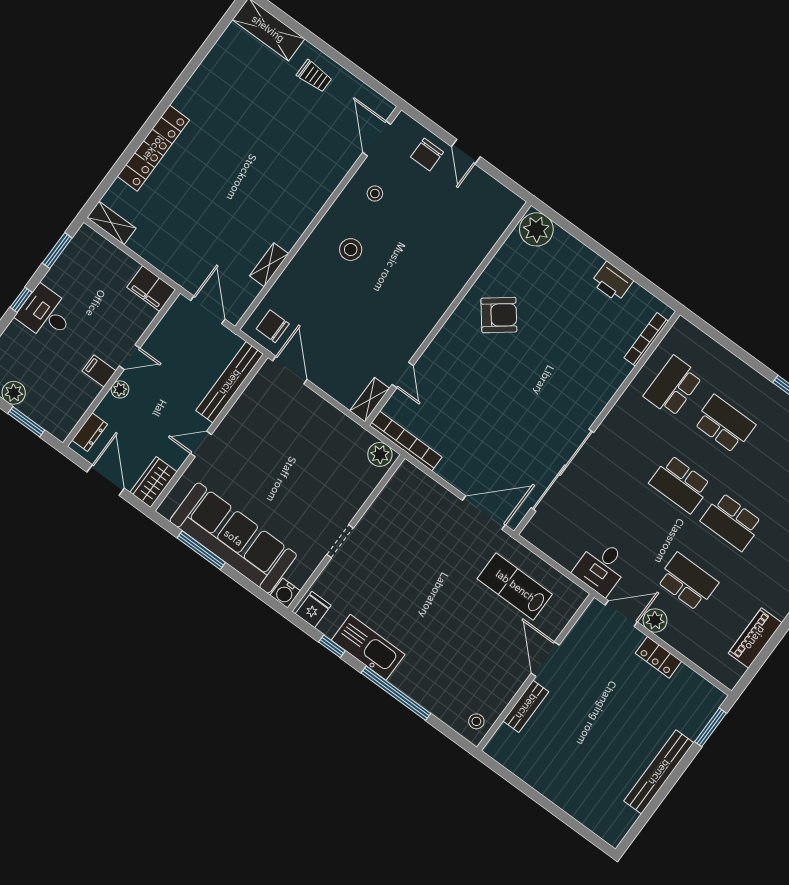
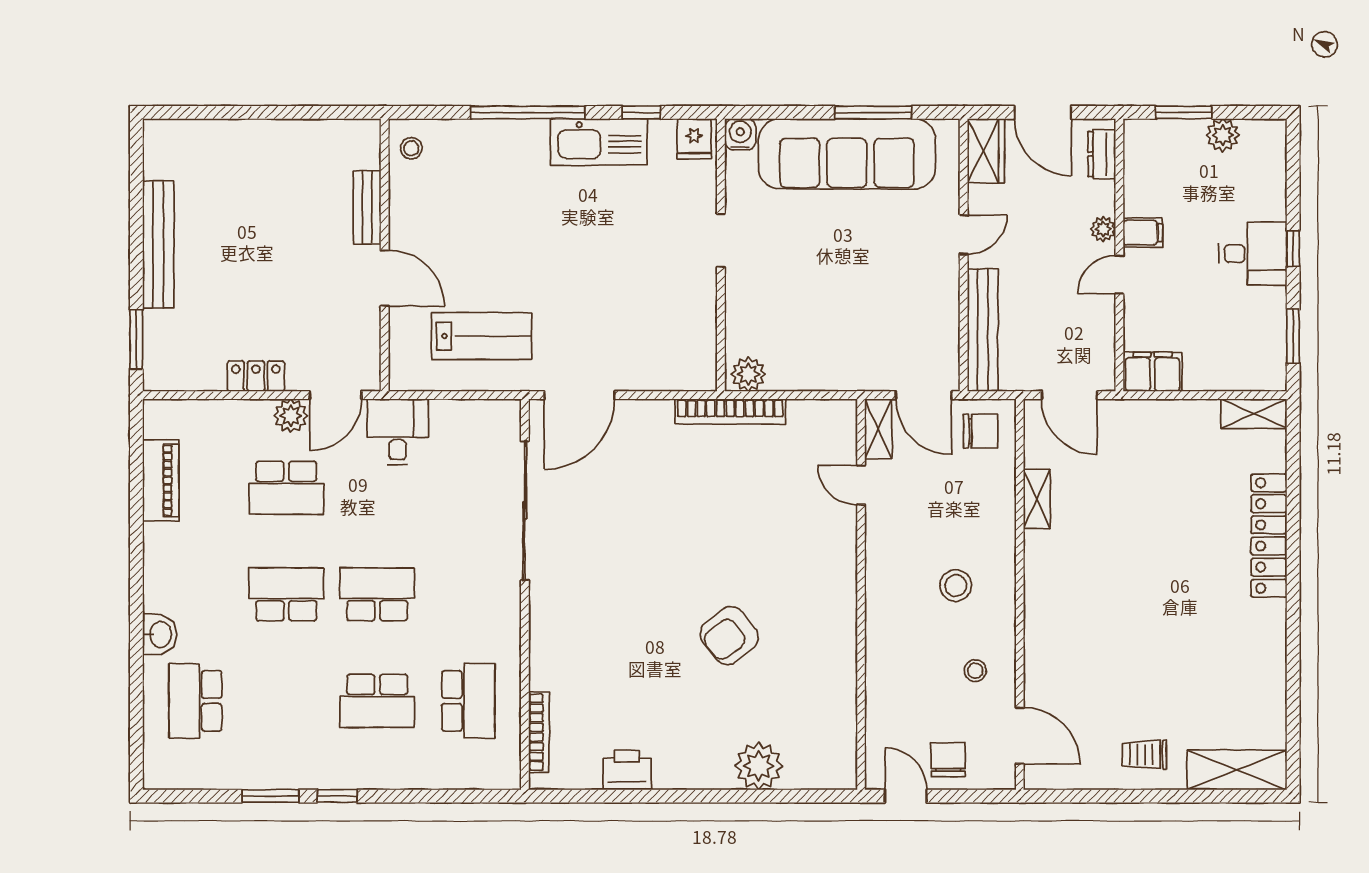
wall: (448, 313) -> (861, 594), moved
door: (403, 375) -> (861, 485), moved
shelving: (370, 400) -> (878, 429), moved

